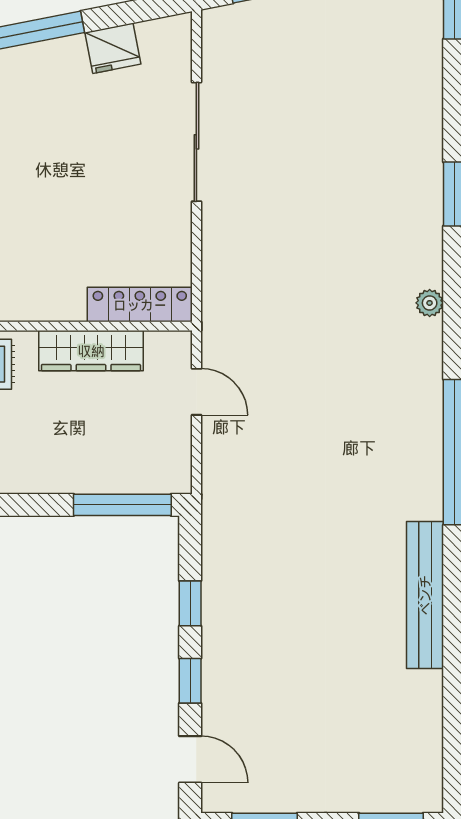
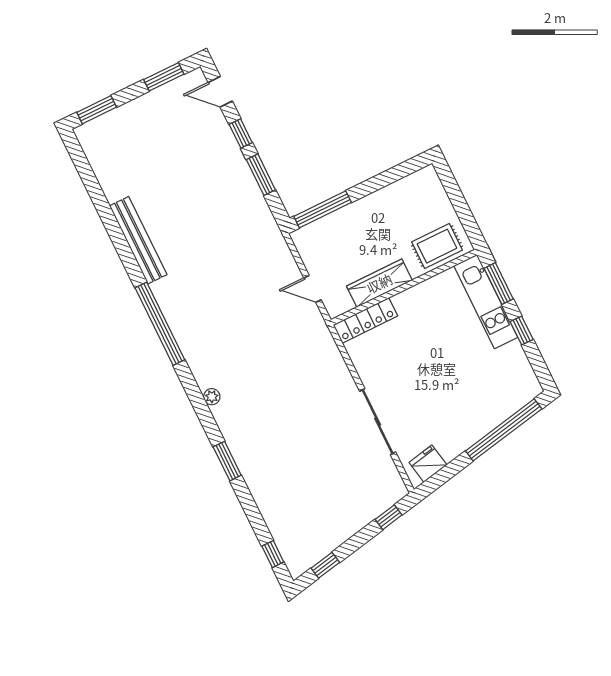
fridge: (113, 48) -> (428, 464), moved
window: (190, 603) -> (261, 175), width x1.50

